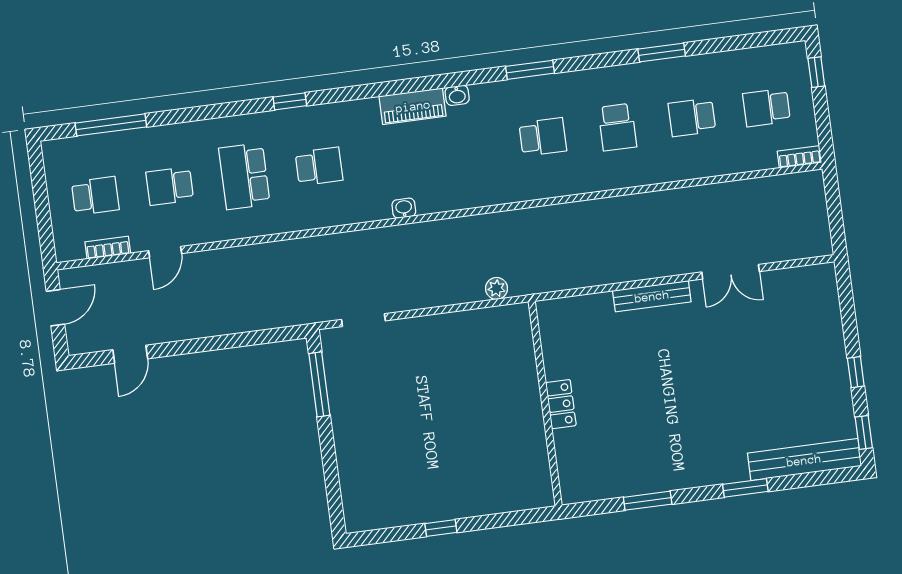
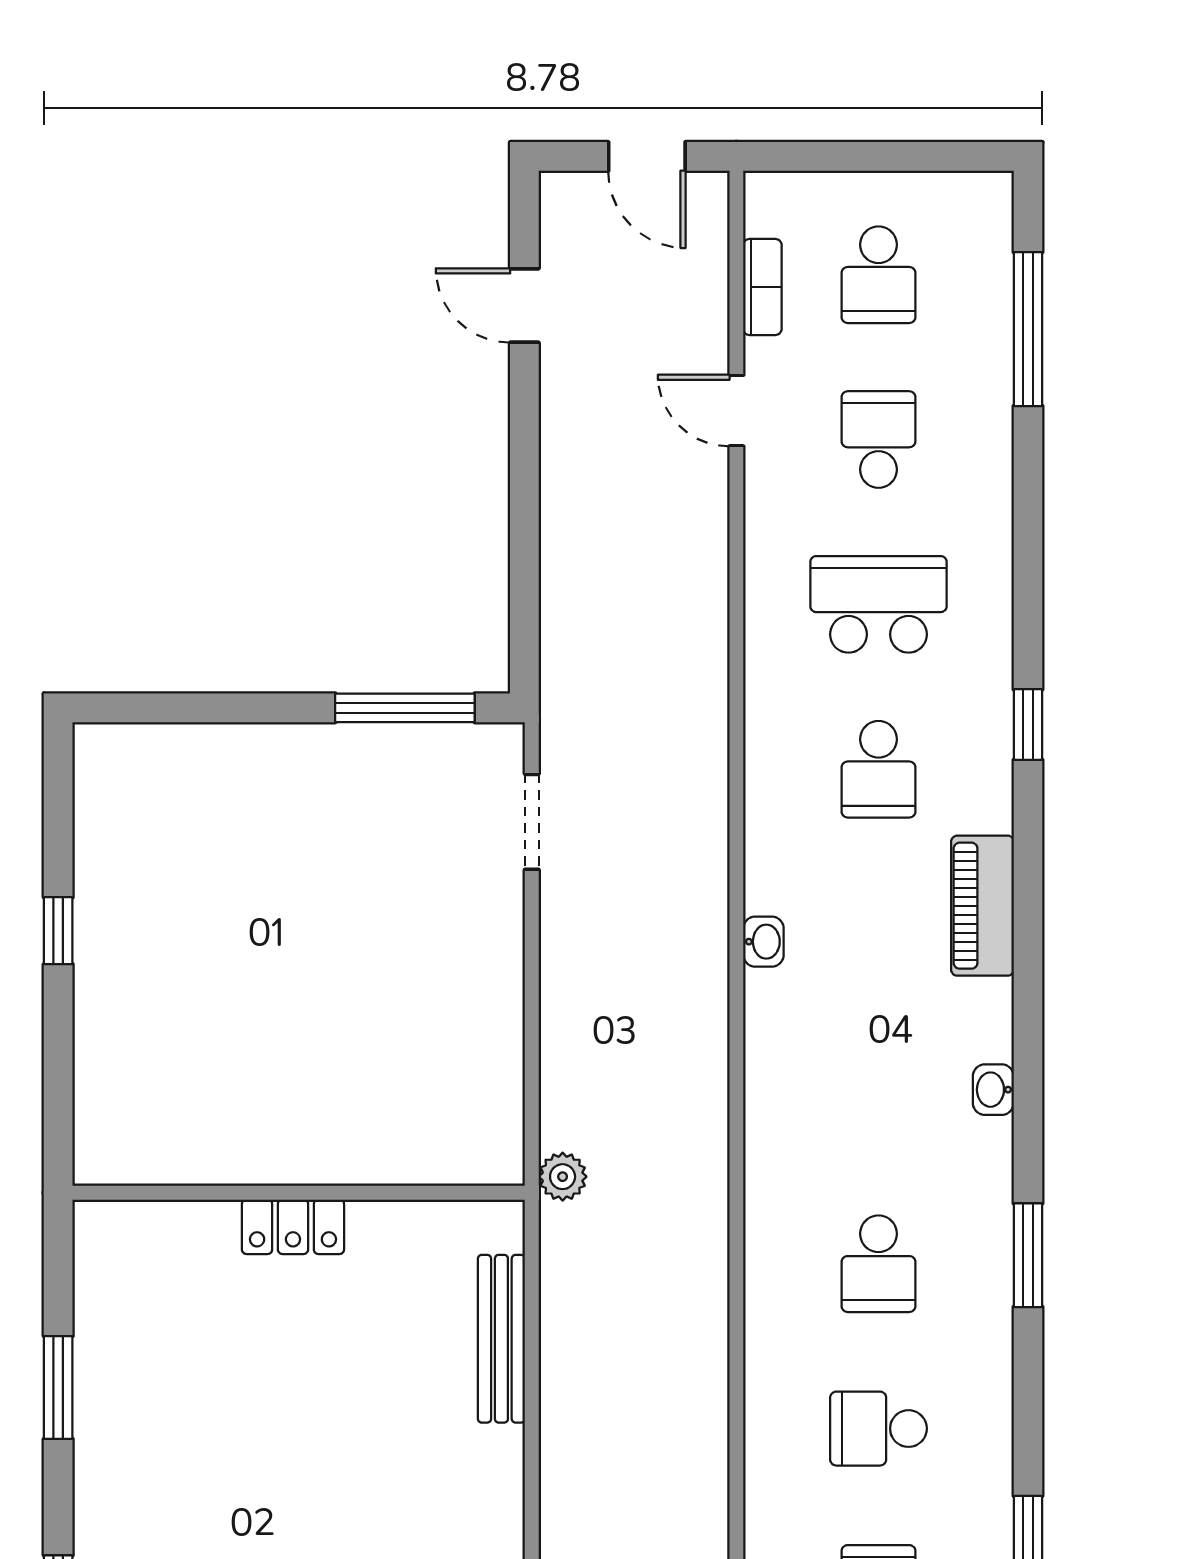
piano: (413, 106) -> (982, 906), moved
plant: (497, 288) -> (563, 1177), moved
bench: (652, 296) -> (501, 1339), moved

